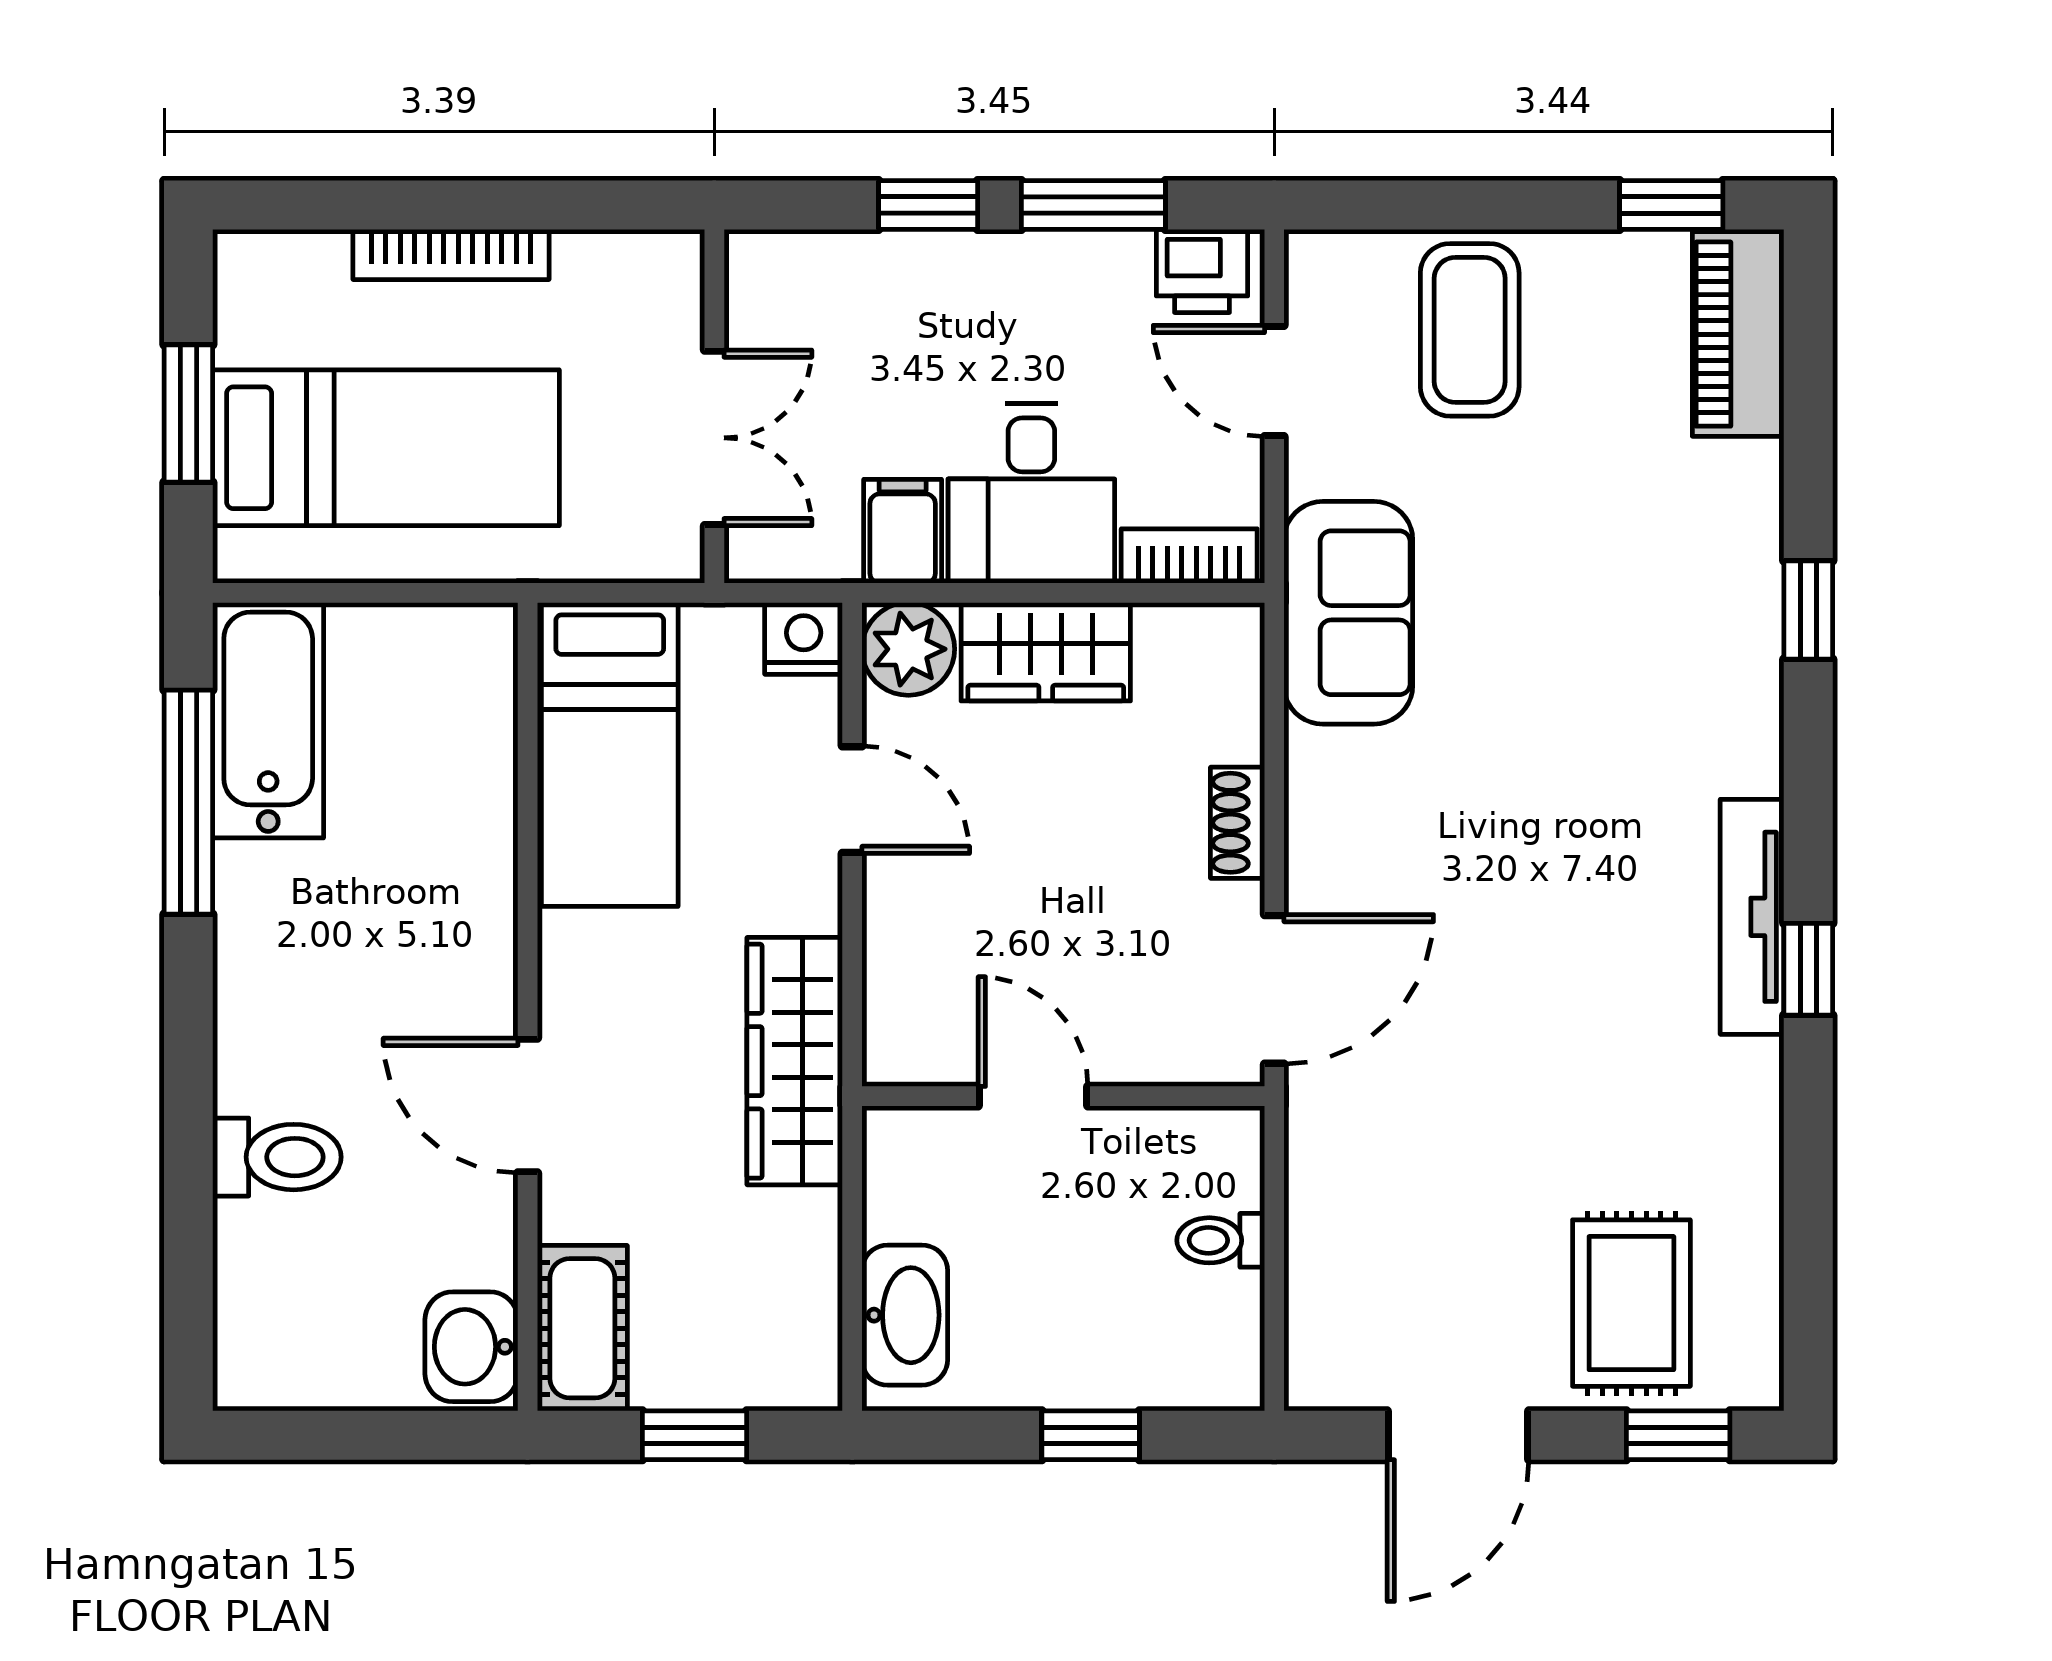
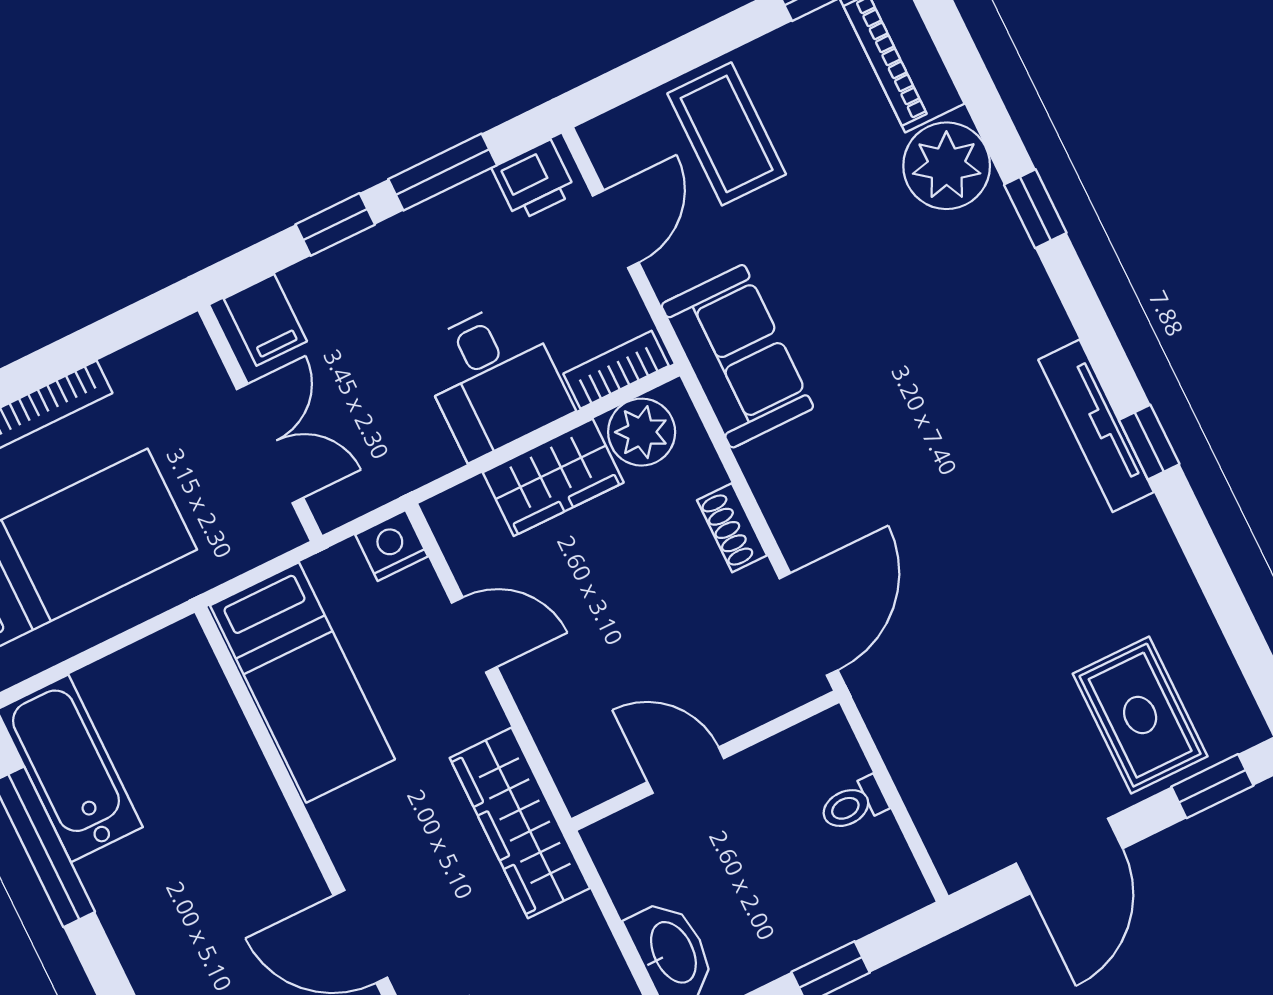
door: (1274, 381) -> (616, 229), swing flipped
plant: (1724, 503) -> (947, 166), added
filing cabinet: (903, 531) -> (265, 320), moved, turned 180
plant: (908, 649) -> (642, 432), moved

